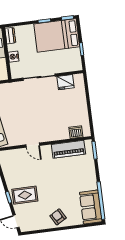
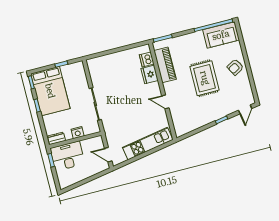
fridge: (65, 82) -> (150, 74), moved, turned 180
door: (33, 145) -> (165, 102), swing flipped
rug: (25, 195) -> (205, 78), moved, width x1.36, depth x1.43

